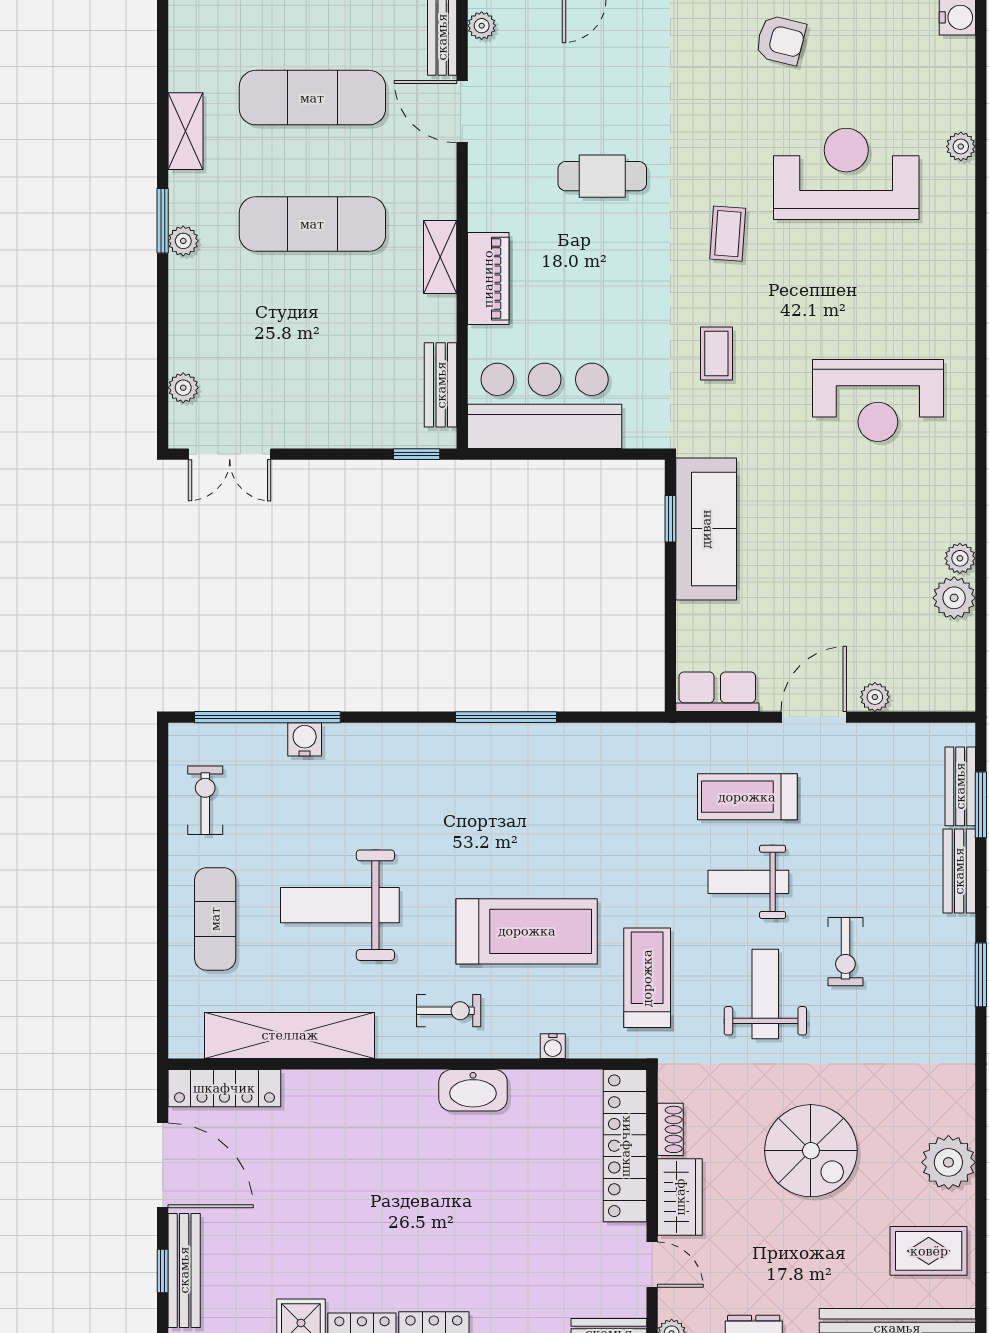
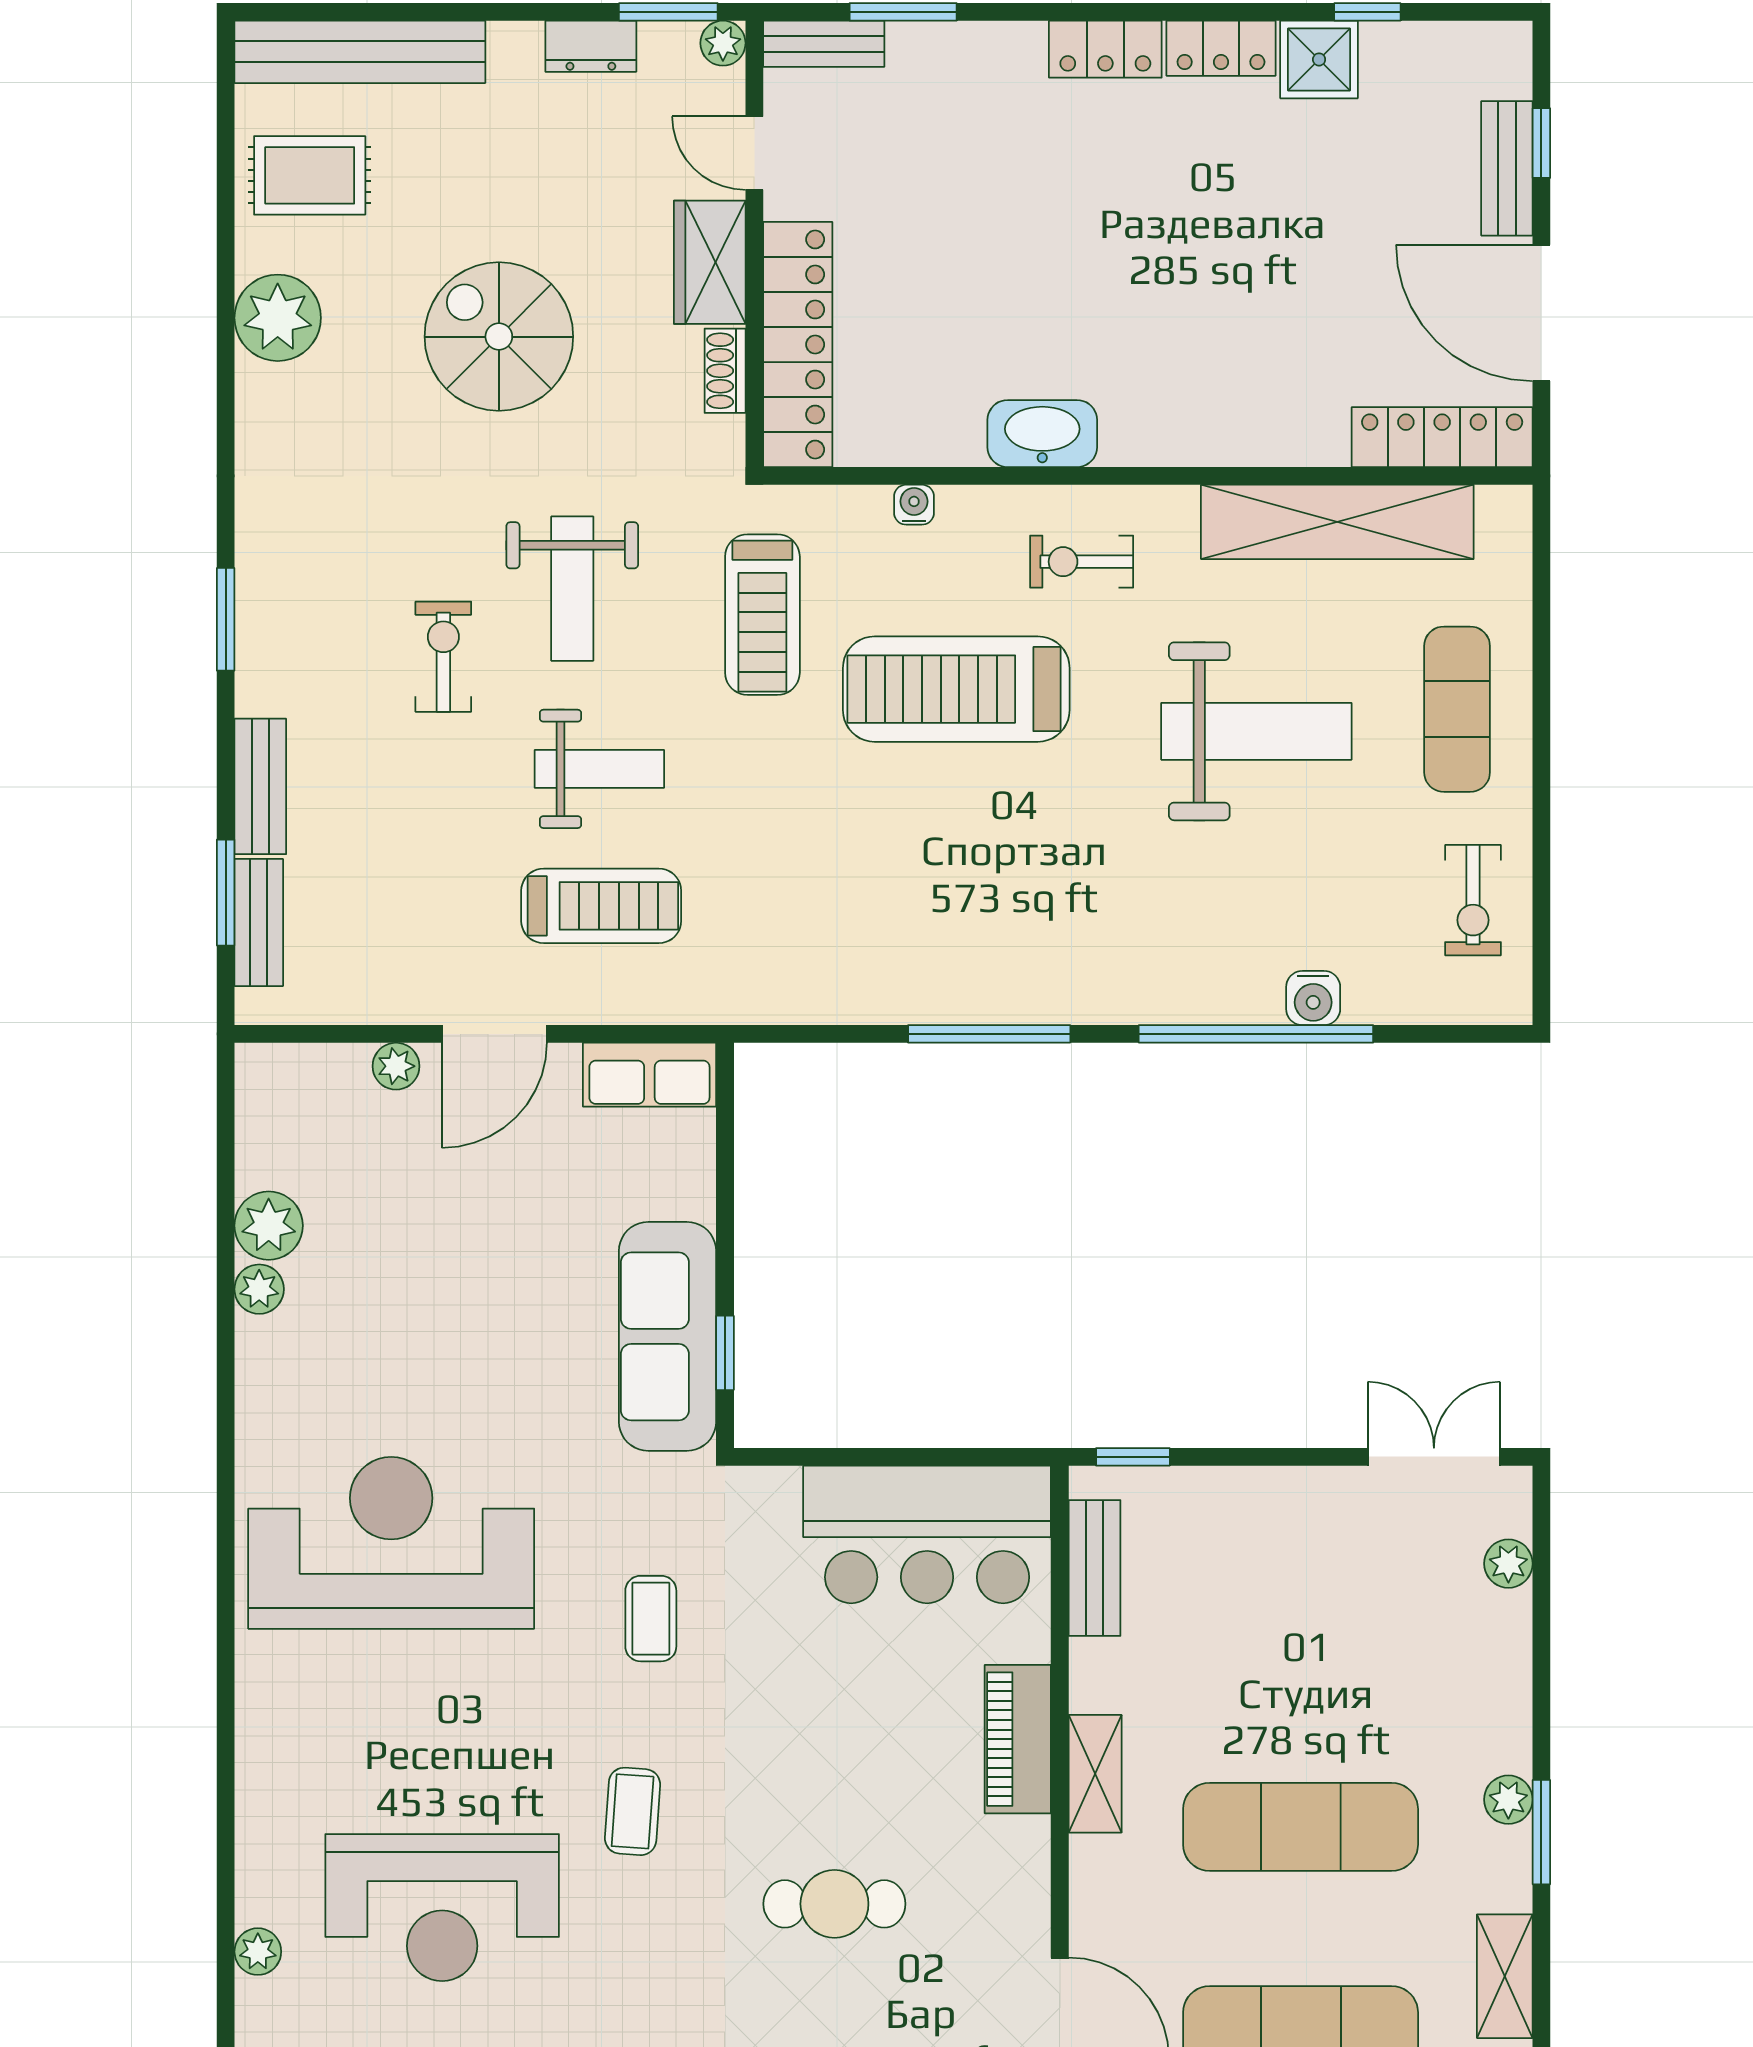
reception desk: (878, 401) -> (391, 1543), width x1.36, depth x1.30
window: (267, 717) -> (1256, 1034), moved
bench: (184, 1270) -> (1507, 168), width x0.73

